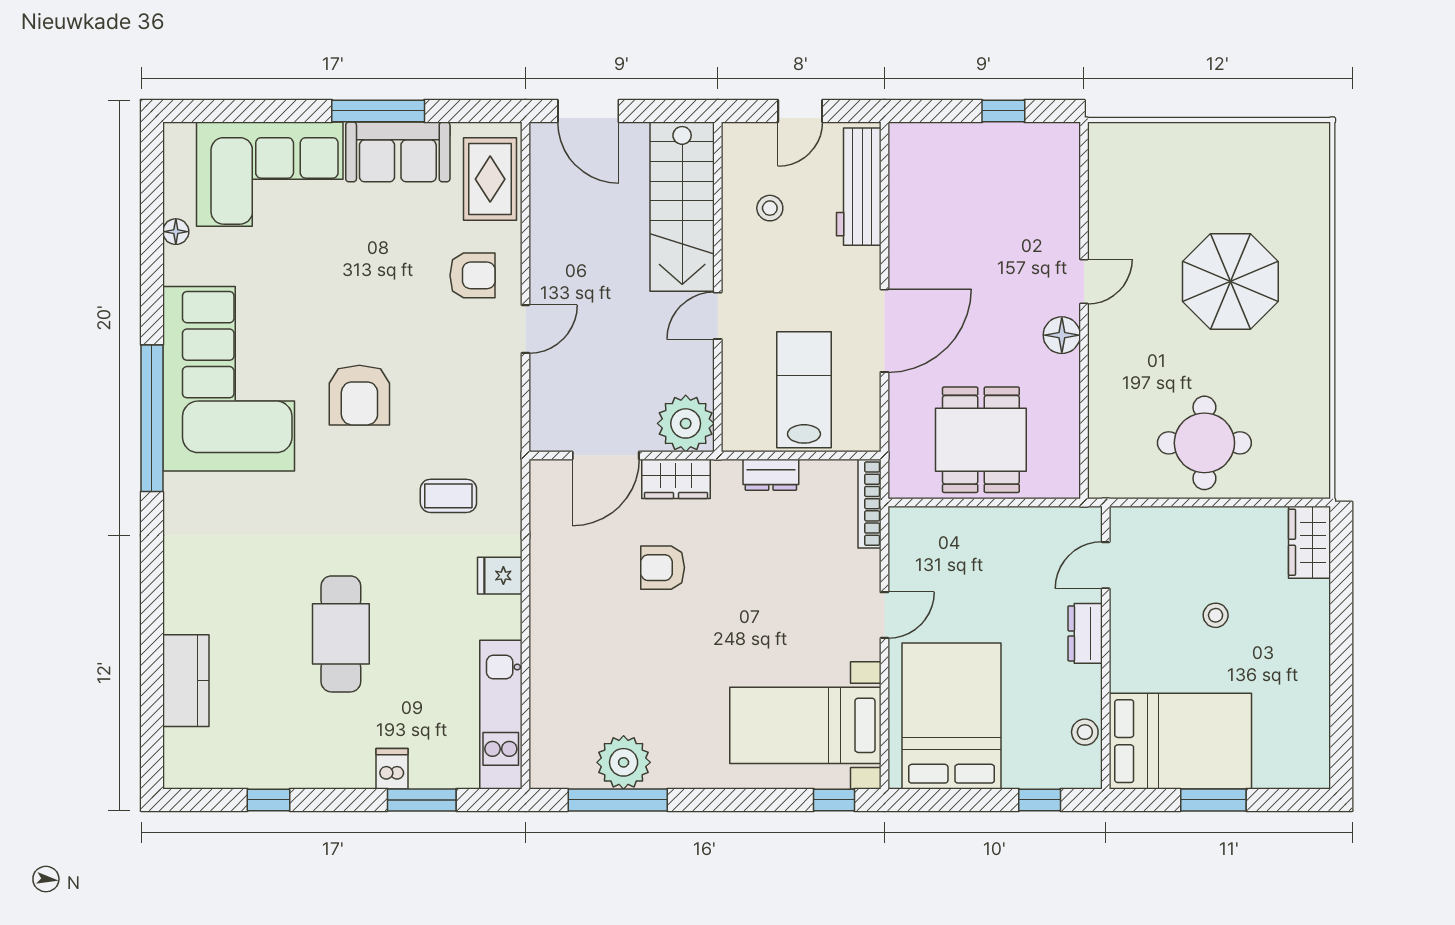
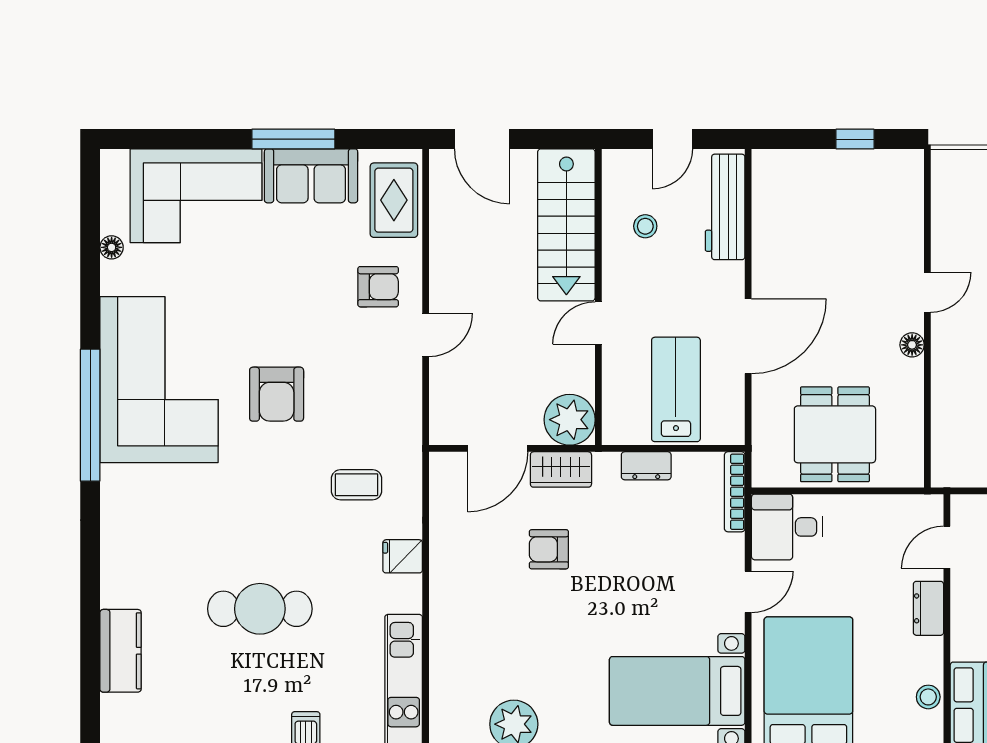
floor lamp: (1062, 335) -> (912, 345), width x0.73, depth x0.73
desk: (928, 543) -> (787, 527), added
cafe table: (341, 634) -> (260, 609), turned 90

